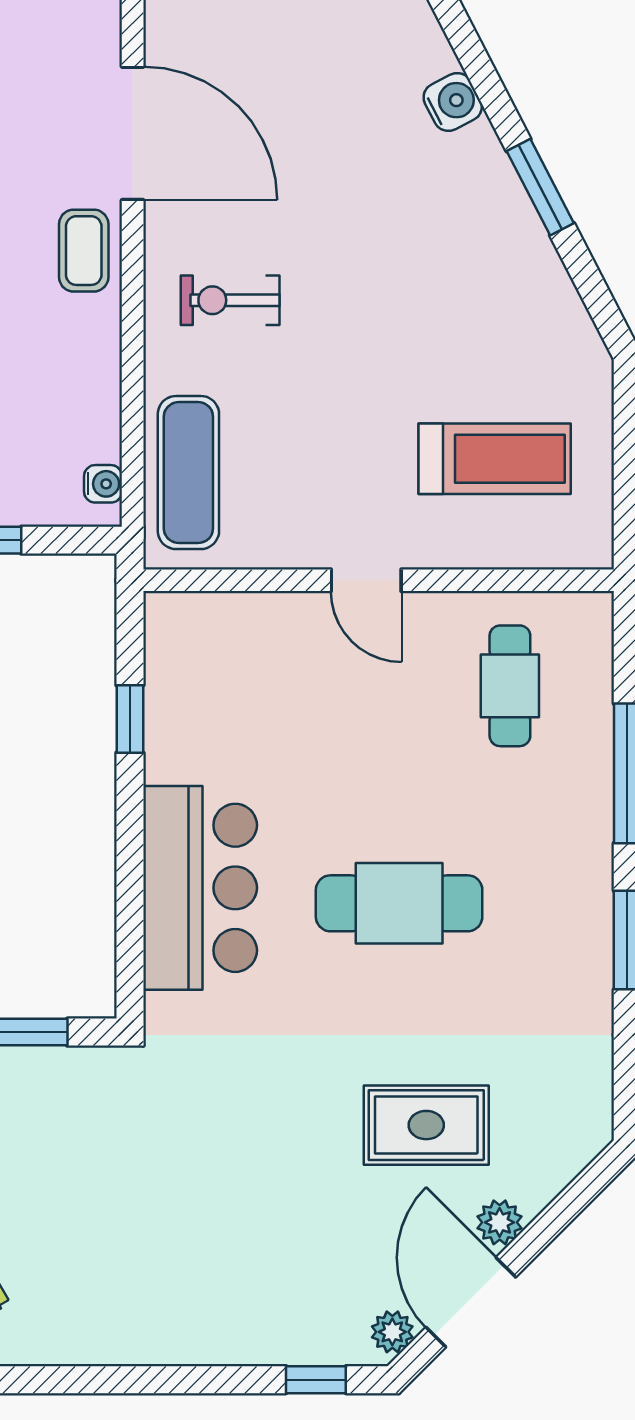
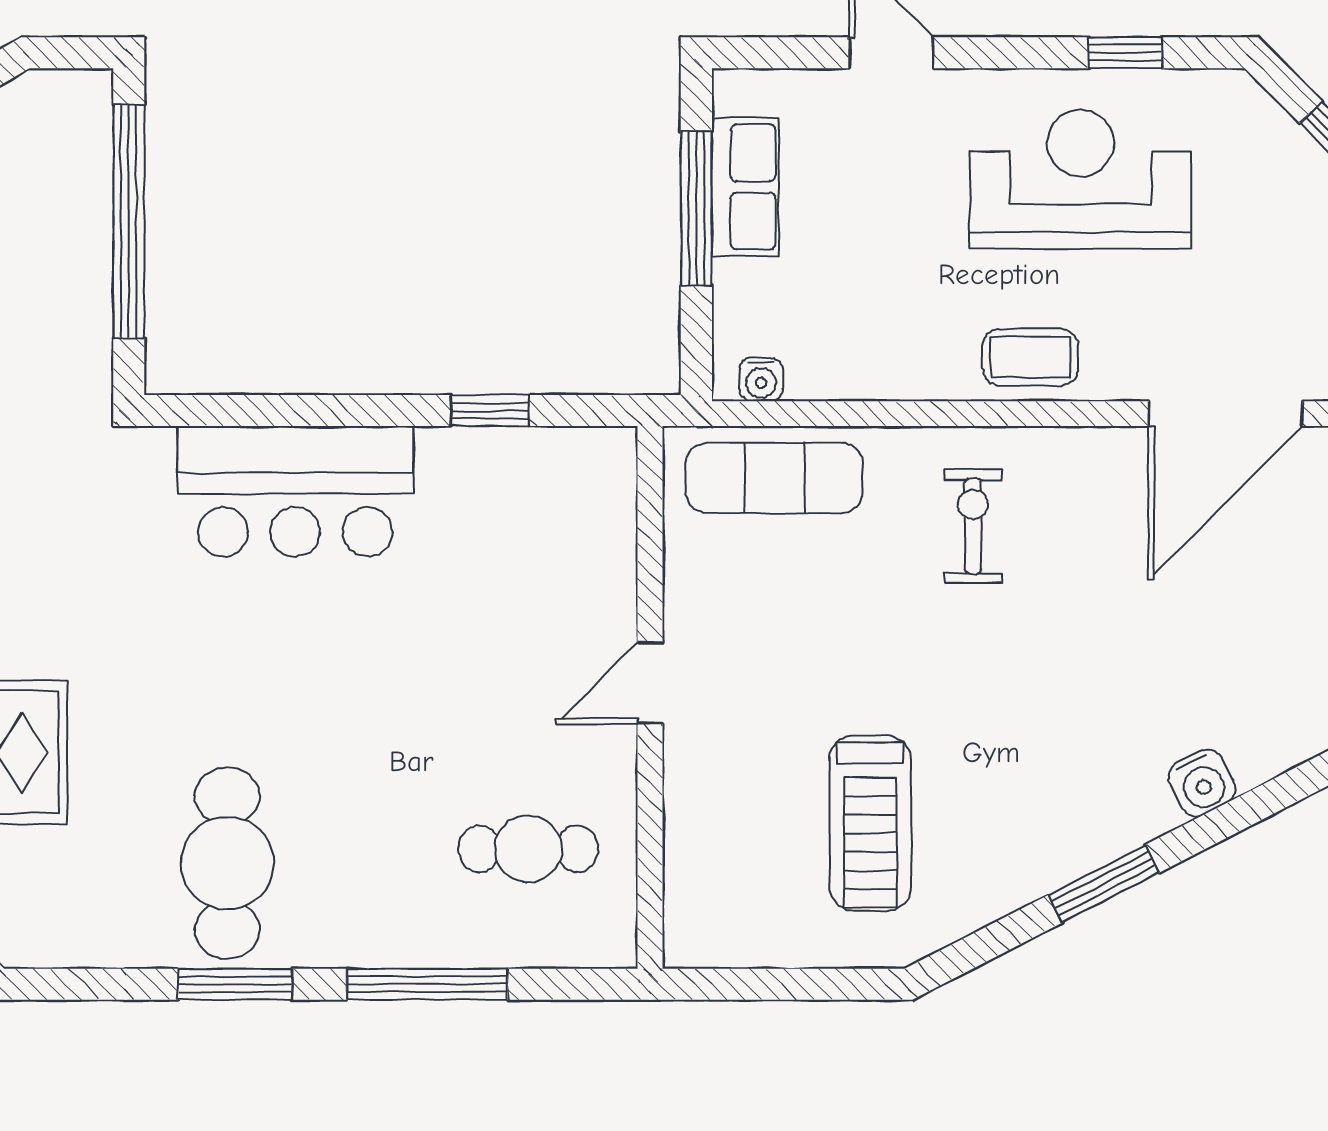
door: (133, 133) -> (1226, 414), moved
treadmill: (495, 459) -> (870, 823), moved
cafe table: (399, 903) -> (227, 863), moved

